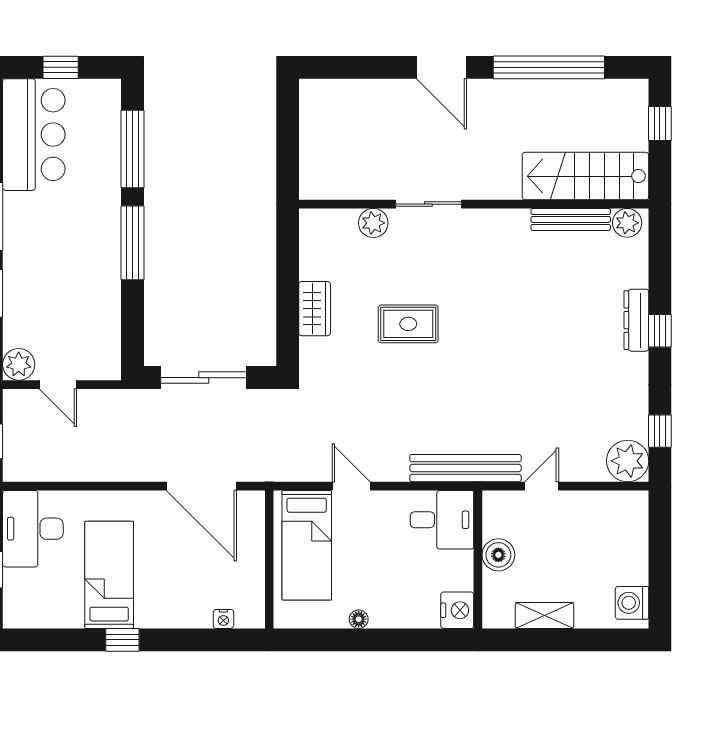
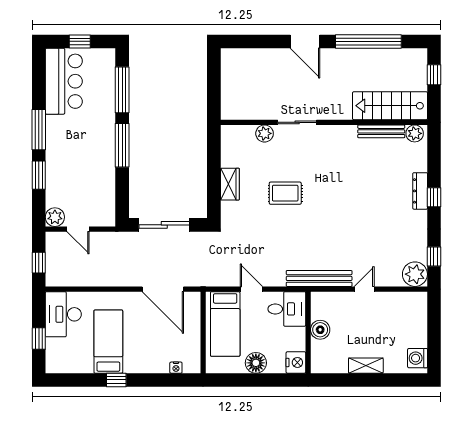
desk: (442, 520) -> (287, 309), moved
boiler: (498, 555) -> (320, 330), moved
wall: (478, 559) -> (308, 332), moved
nightstand: (457, 610) -> (296, 362), moved
floor lamp: (359, 619) -> (256, 363), width x1.89, depth x1.89

